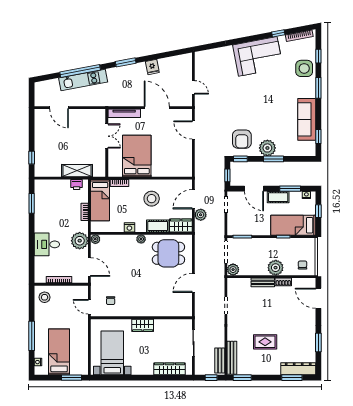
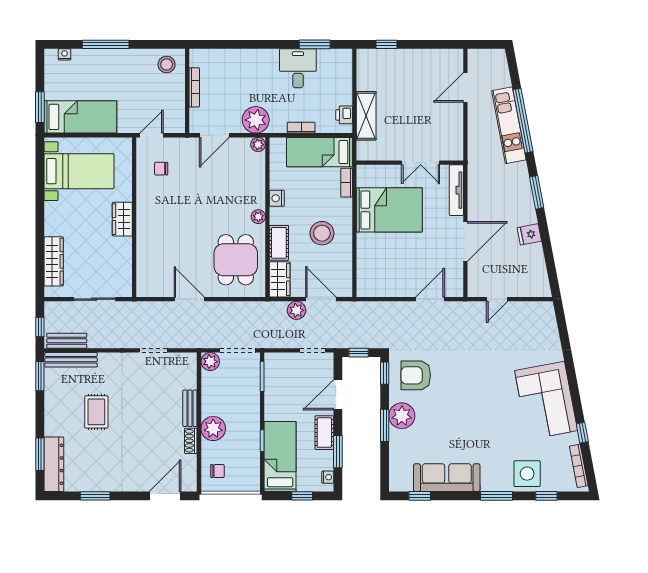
desk: (47, 244) -> (298, 68), moved
bed: (59, 352) -> (80, 117), moved

